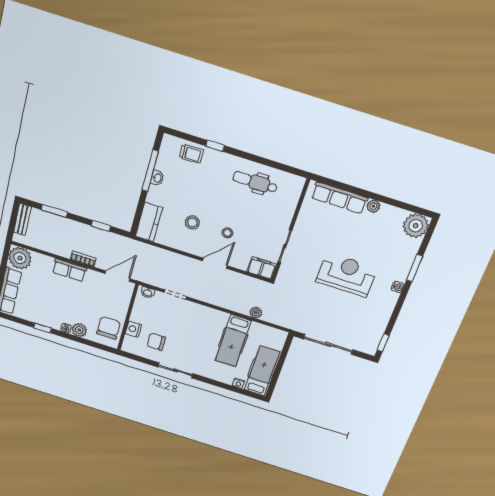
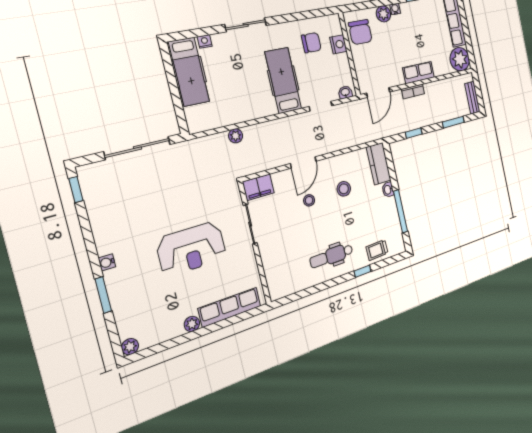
washbasin: (157, 178) -> (388, 190), moved
dental chair: (255, 182) -> (331, 256), moved, turned 180
plant: (416, 226) -> (130, 347), width x0.53, depth x0.53
reception desk: (347, 275) -> (192, 249), moved
hospital bed: (233, 341) -> (283, 80), moved
sliding door: (175, 370) -> (246, 25), moved

